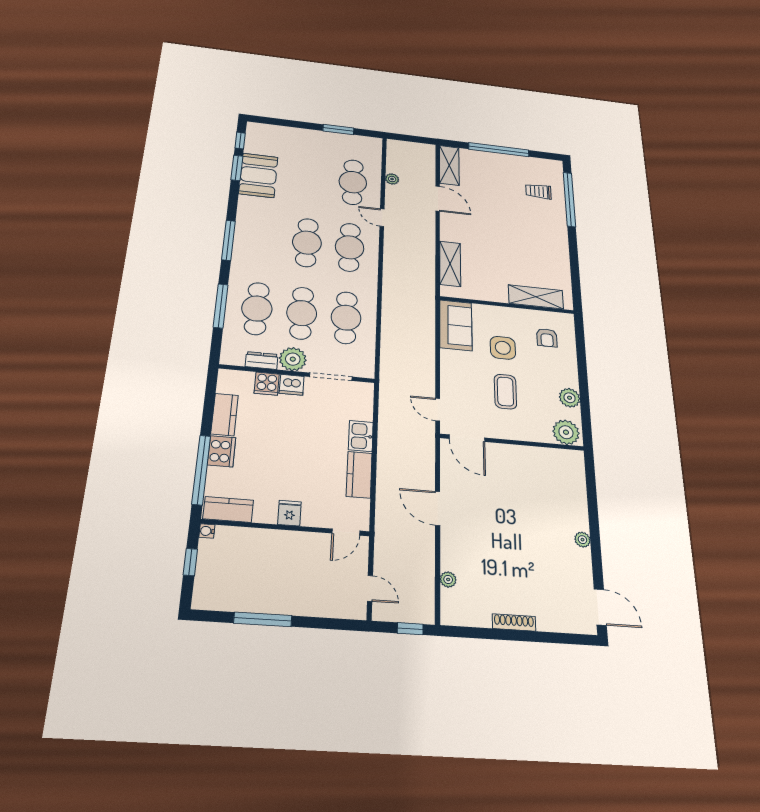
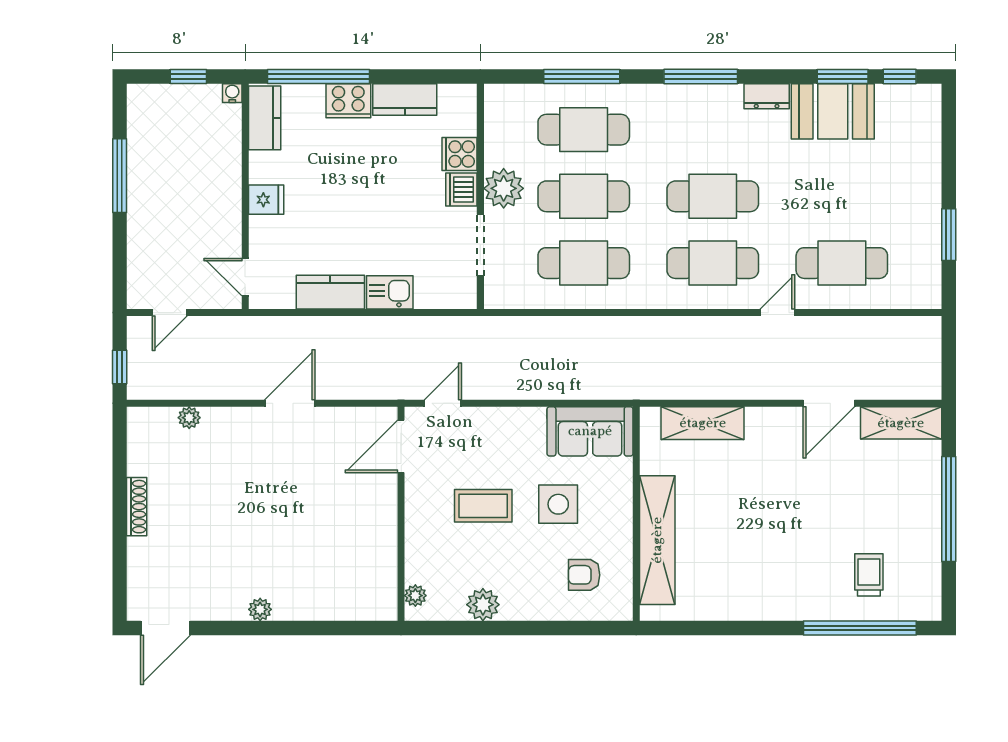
plant: (392, 179) -> (858, 327), removed
shelving: (536, 297) -> (657, 540), width x1.47
dresser: (262, 360) -> (767, 96), moved, turned 90
plant: (566, 432) -> (415, 596), width x0.53, depth x0.53

